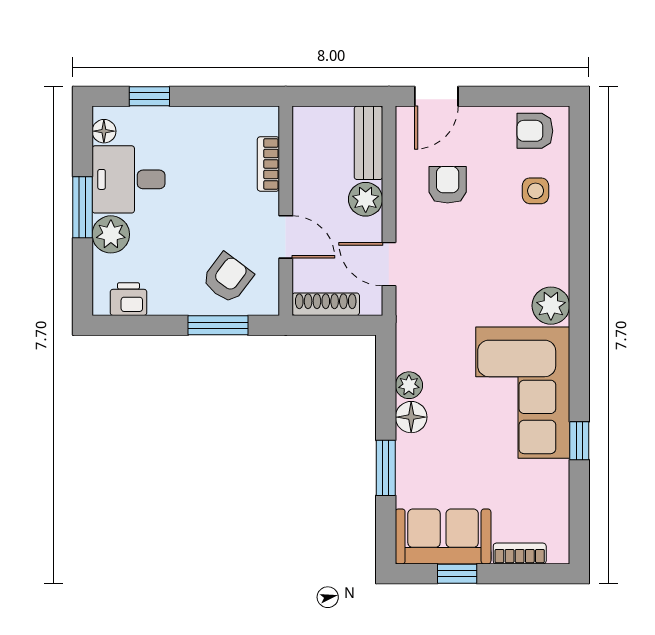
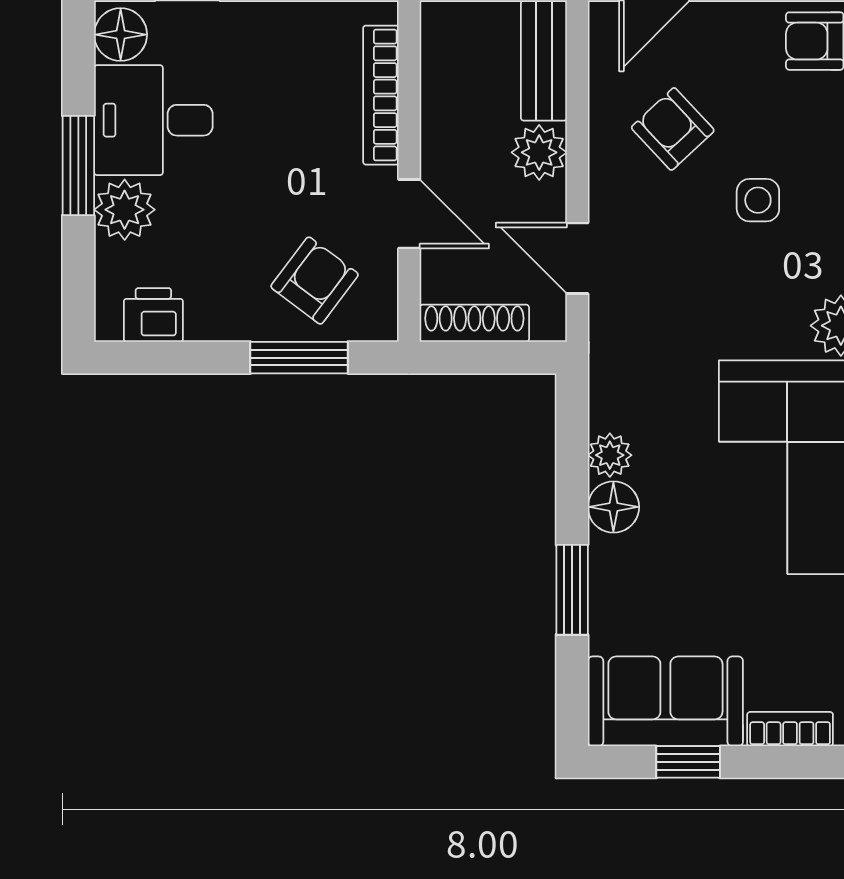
floor lamp: (104, 131) -> (121, 35), width x1.37, depth x1.37
bookcase: (268, 164) -> (381, 95), width x1.56
armchair: (448, 185) -> (673, 129), turned -43
side table: (536, 191) -> (758, 200), moved

